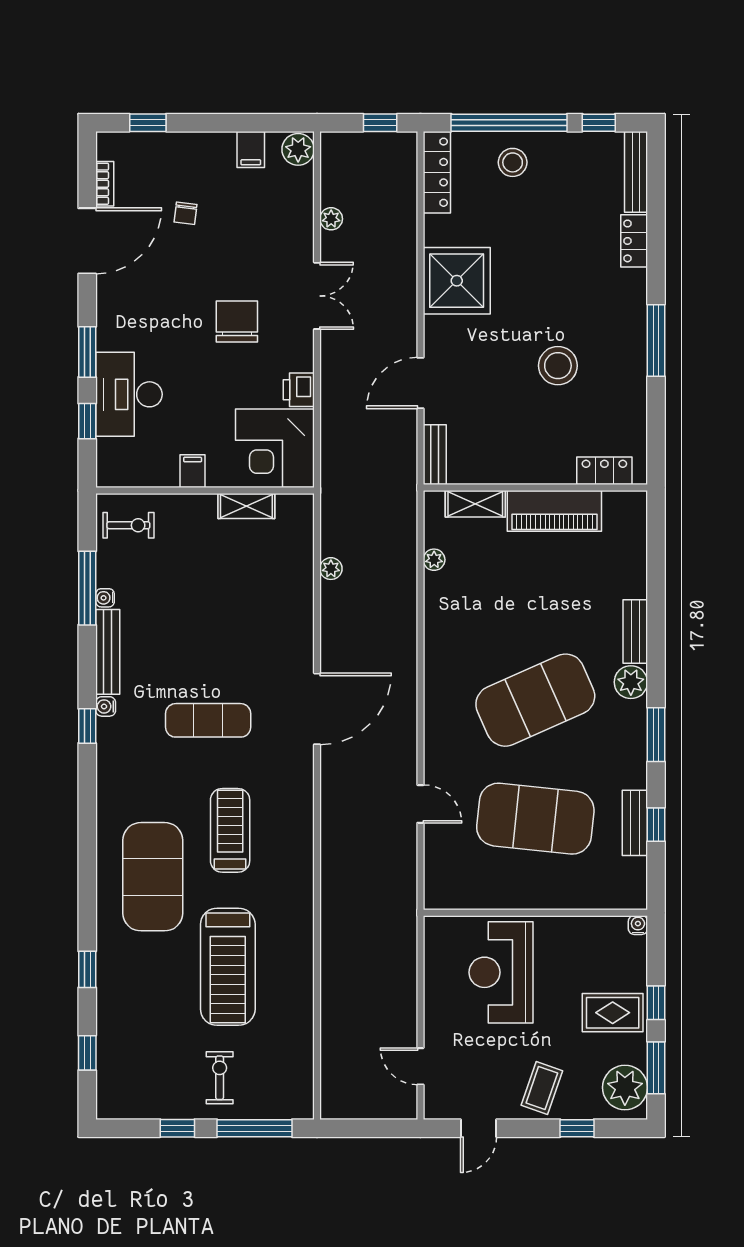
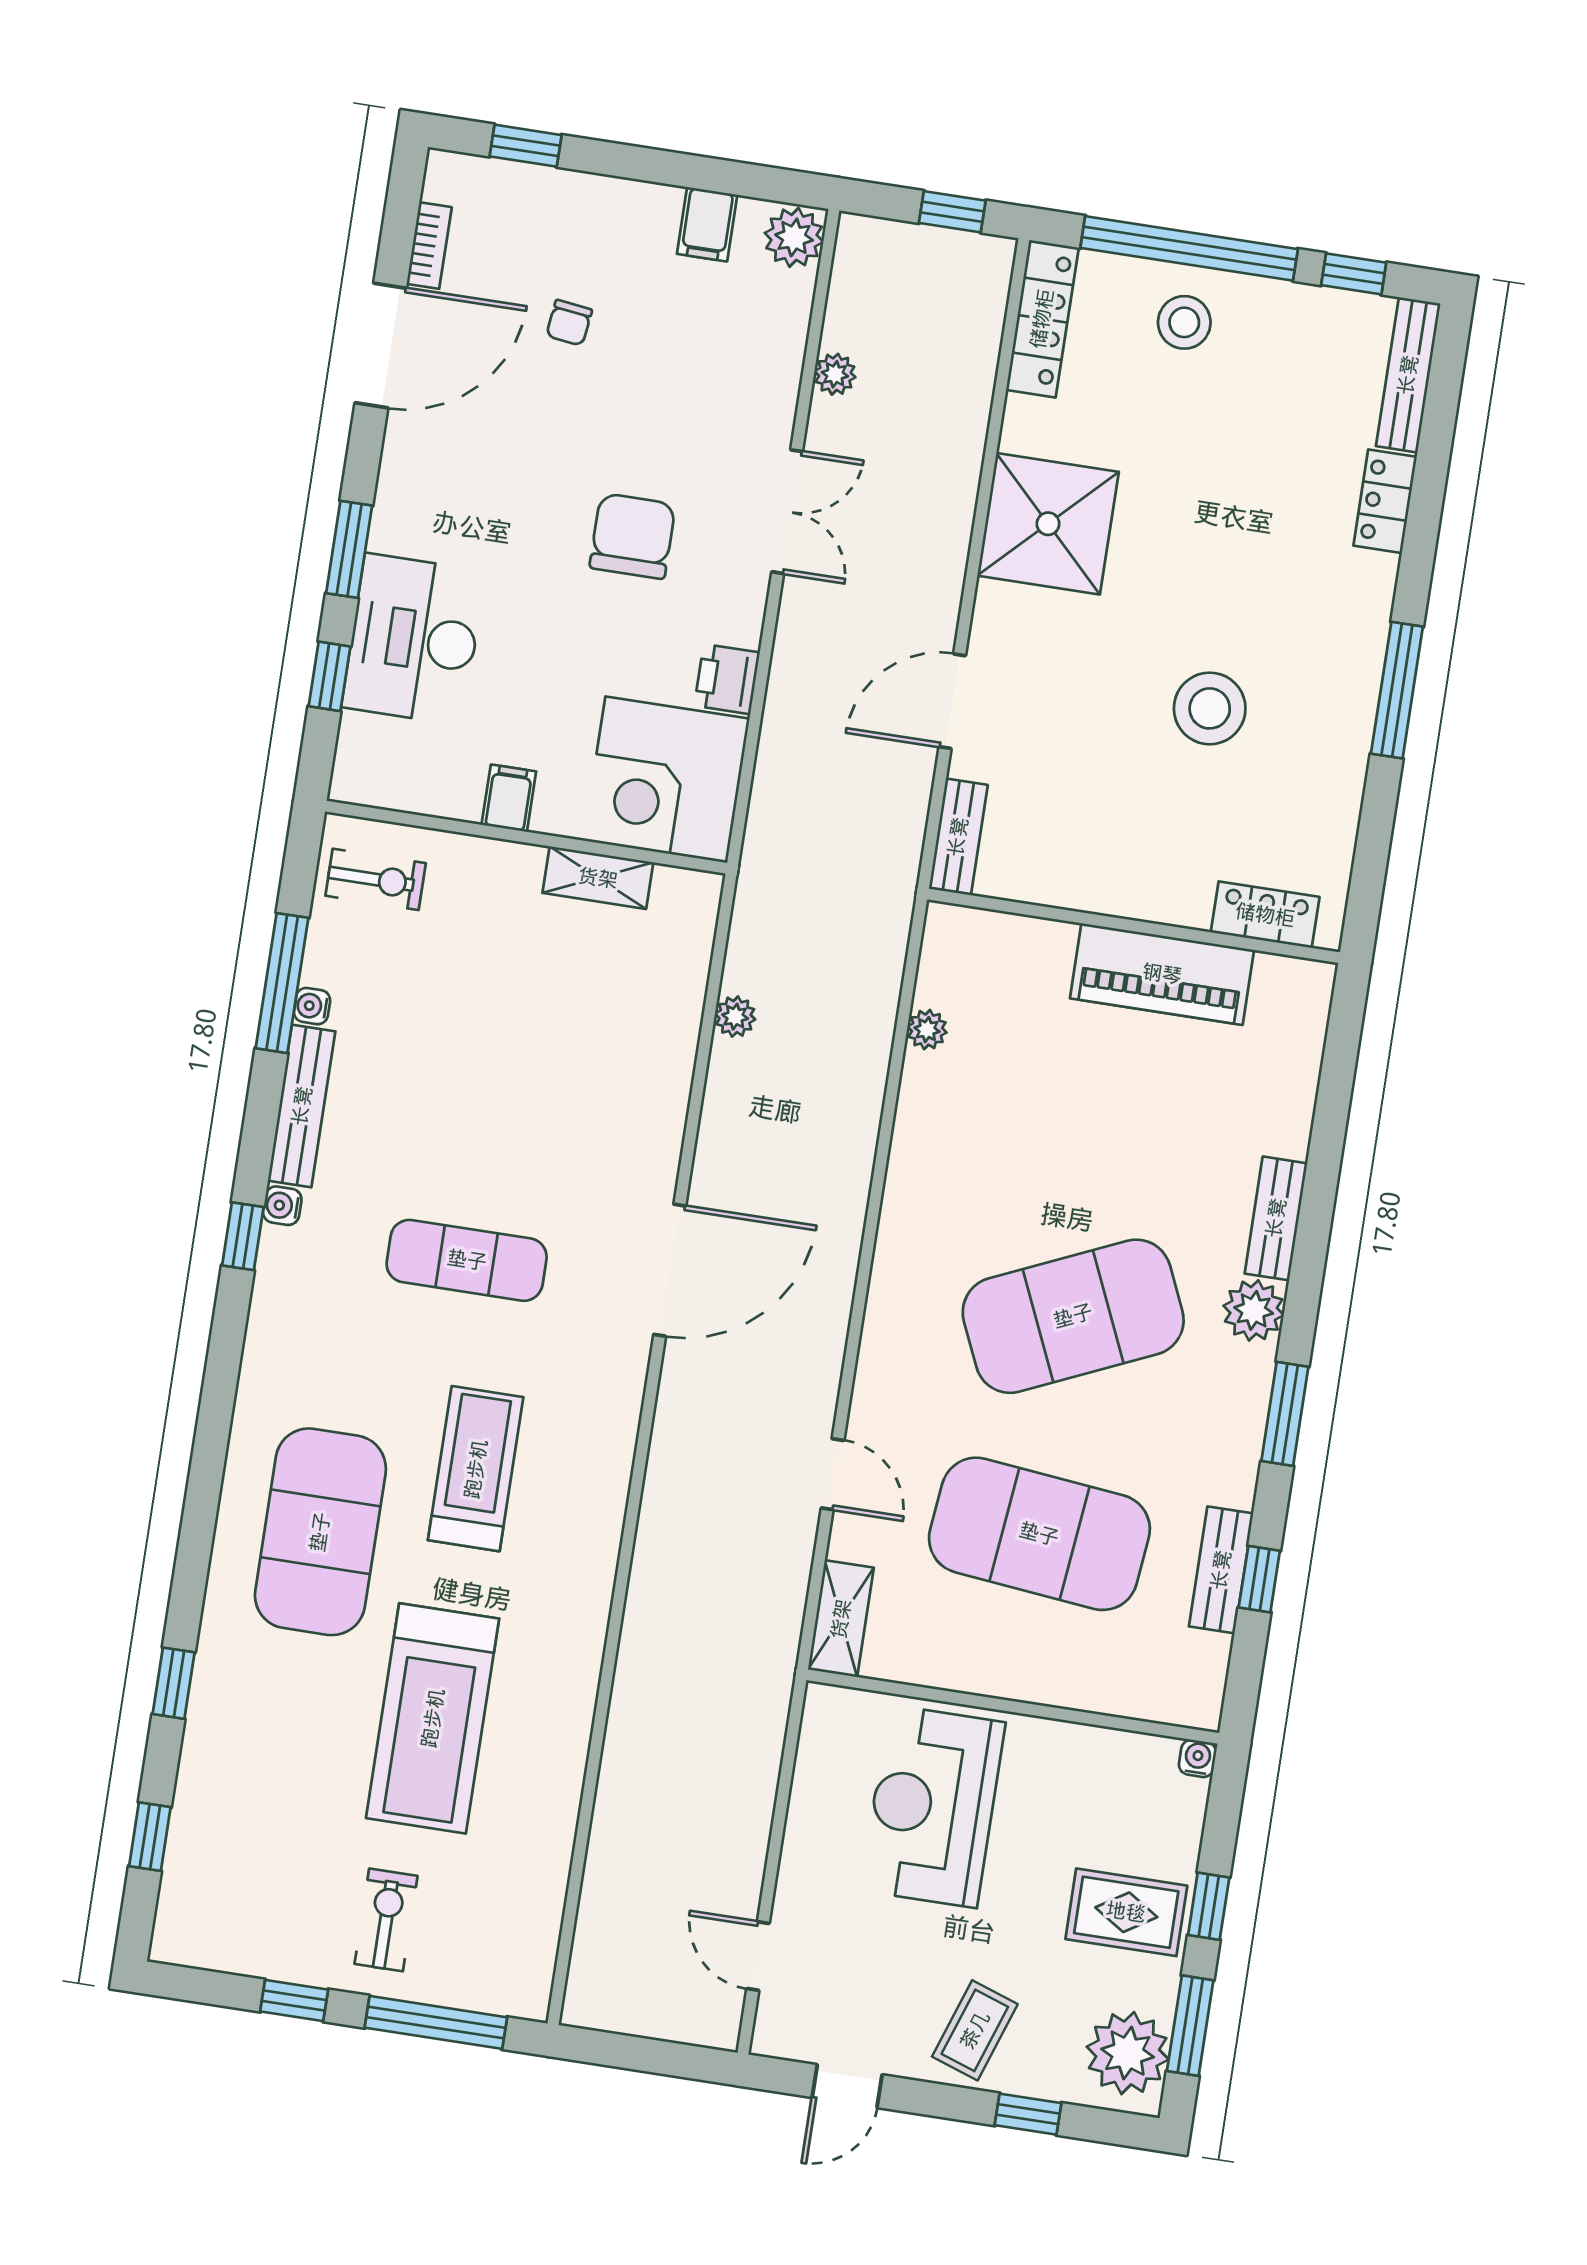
shelving: (475, 504) -> (841, 1619), moved, turned 90

